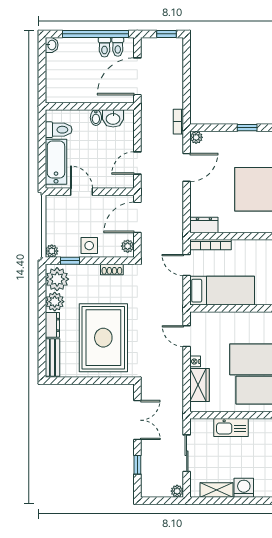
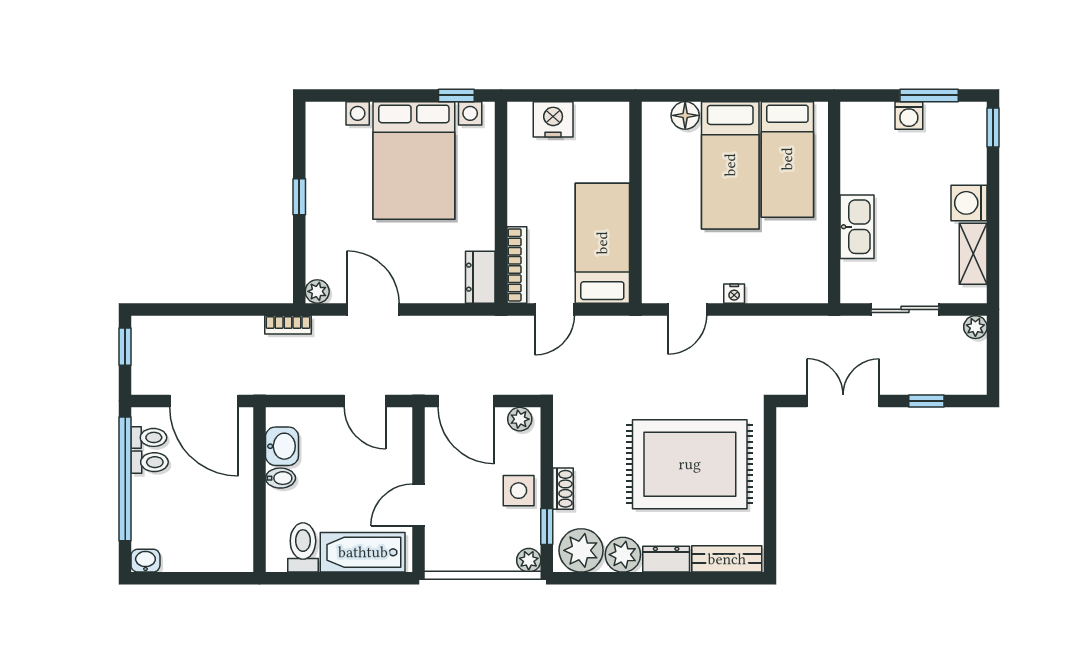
shoe rack: (112, 269) -> (563, 489), moved
wardrobe: (200, 385) -> (778, 285), removed

